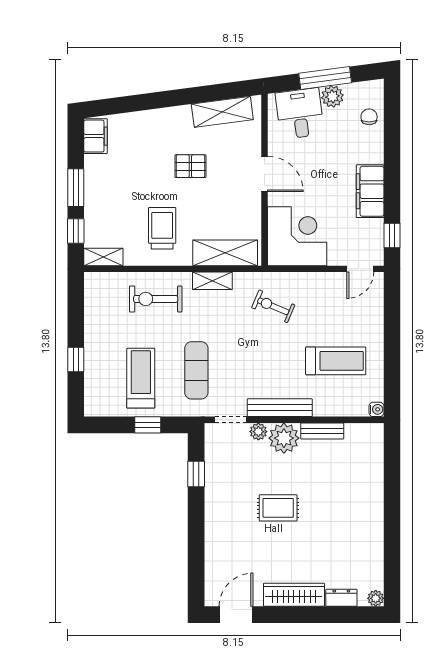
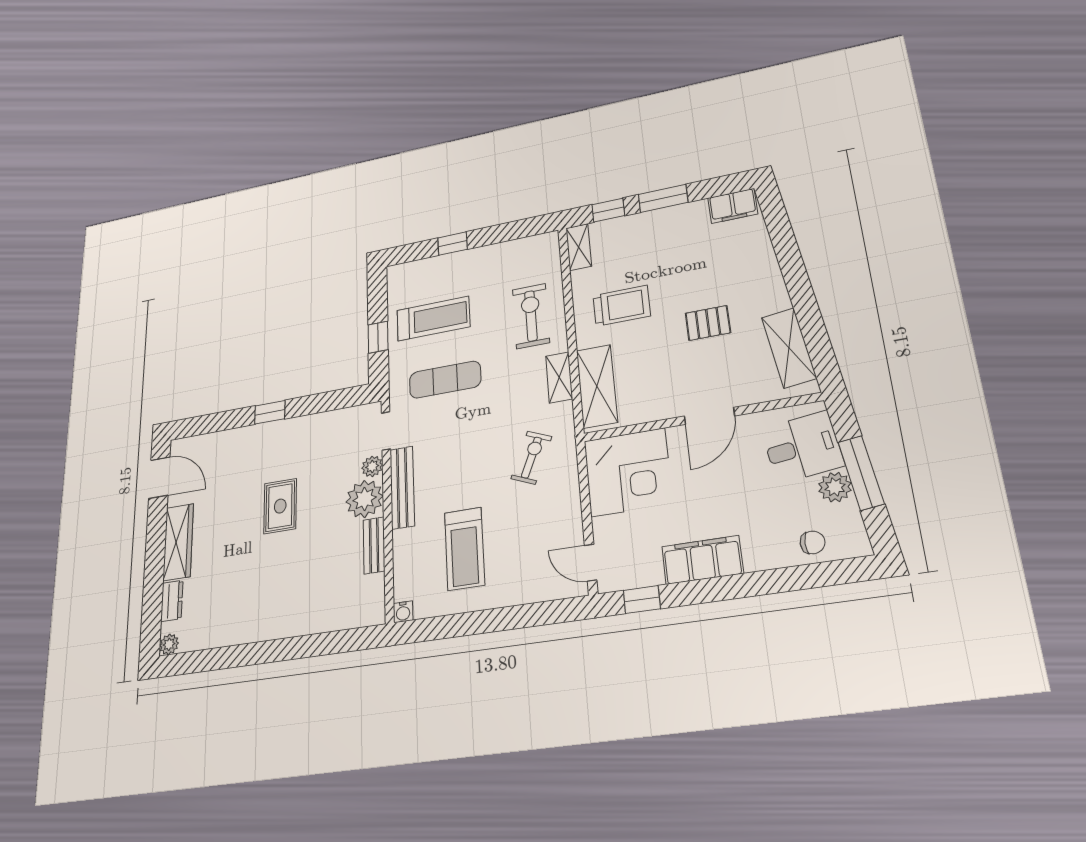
pallet: (190, 166) -> (708, 323), turned 90
window: (196, 474) -> (270, 412), moved

